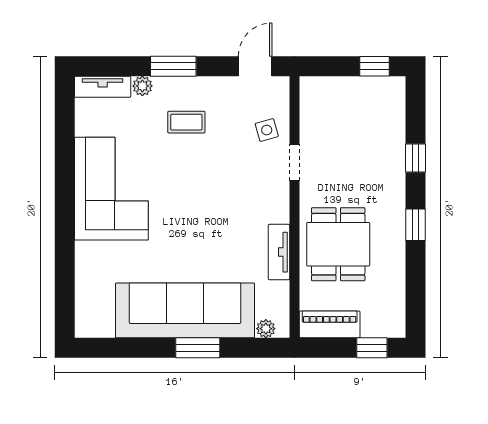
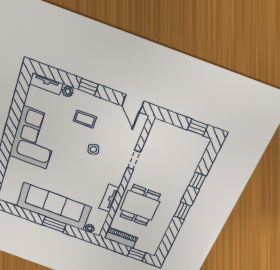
window: (173, 66) -> (88, 87), width x0.67
door: (255, 66) -> (133, 103), swing flipped
side table: (267, 130) -> (93, 149), moved

